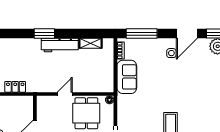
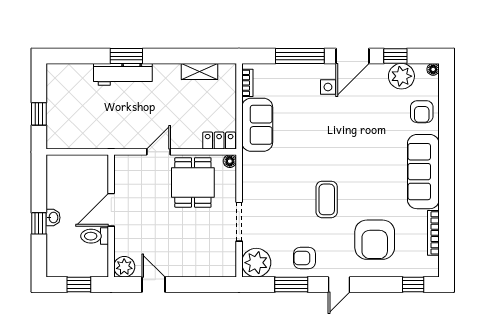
window: (142, 34) -> (300, 56), moved
workbench: (60, 45) -> (123, 74), moved
locker: (15, 87) -> (219, 141), moved

